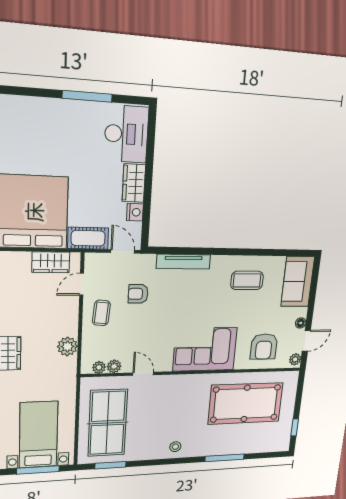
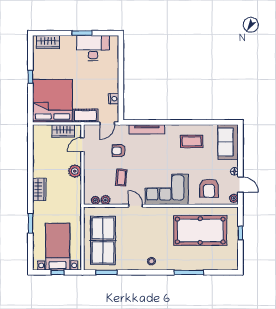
window: (87, 96) -> (82, 33), width x0.69
desk: (126, 134) -> (93, 48), moved, turned -90
wardrobe: (134, 183) -> (48, 42), moved, turned -90
door: (123, 251) -> (107, 123), swing flipped
coffee table: (101, 313) -> (121, 178), moved
door: (306, 341) -> (240, 185), hinge flipped
plant: (67, 346) -> (75, 171), moved
door: (143, 374) -> (136, 206), moved
window: (295, 427) -> (240, 233), moved
window: (38, 470) -> (58, 272), width x0.46

